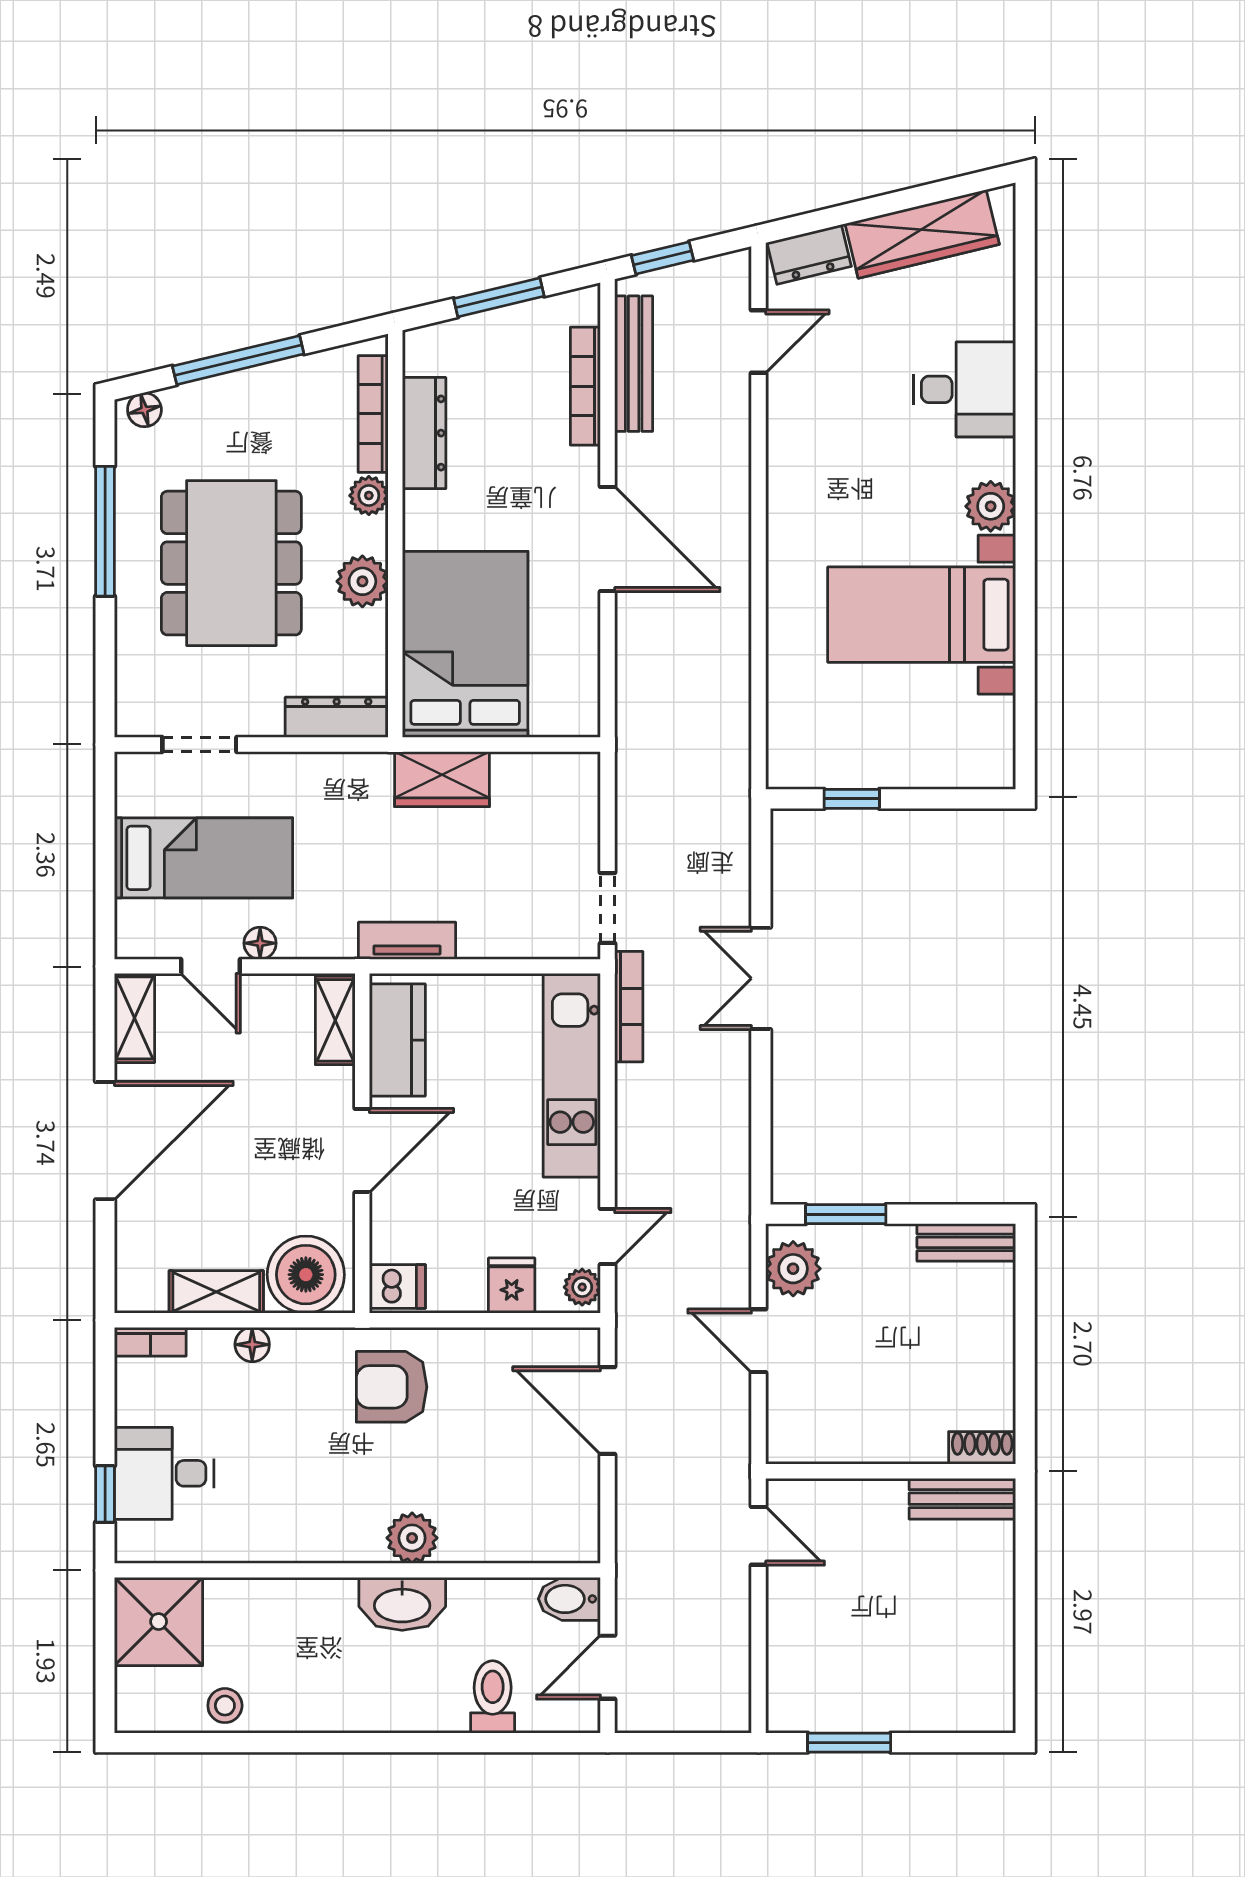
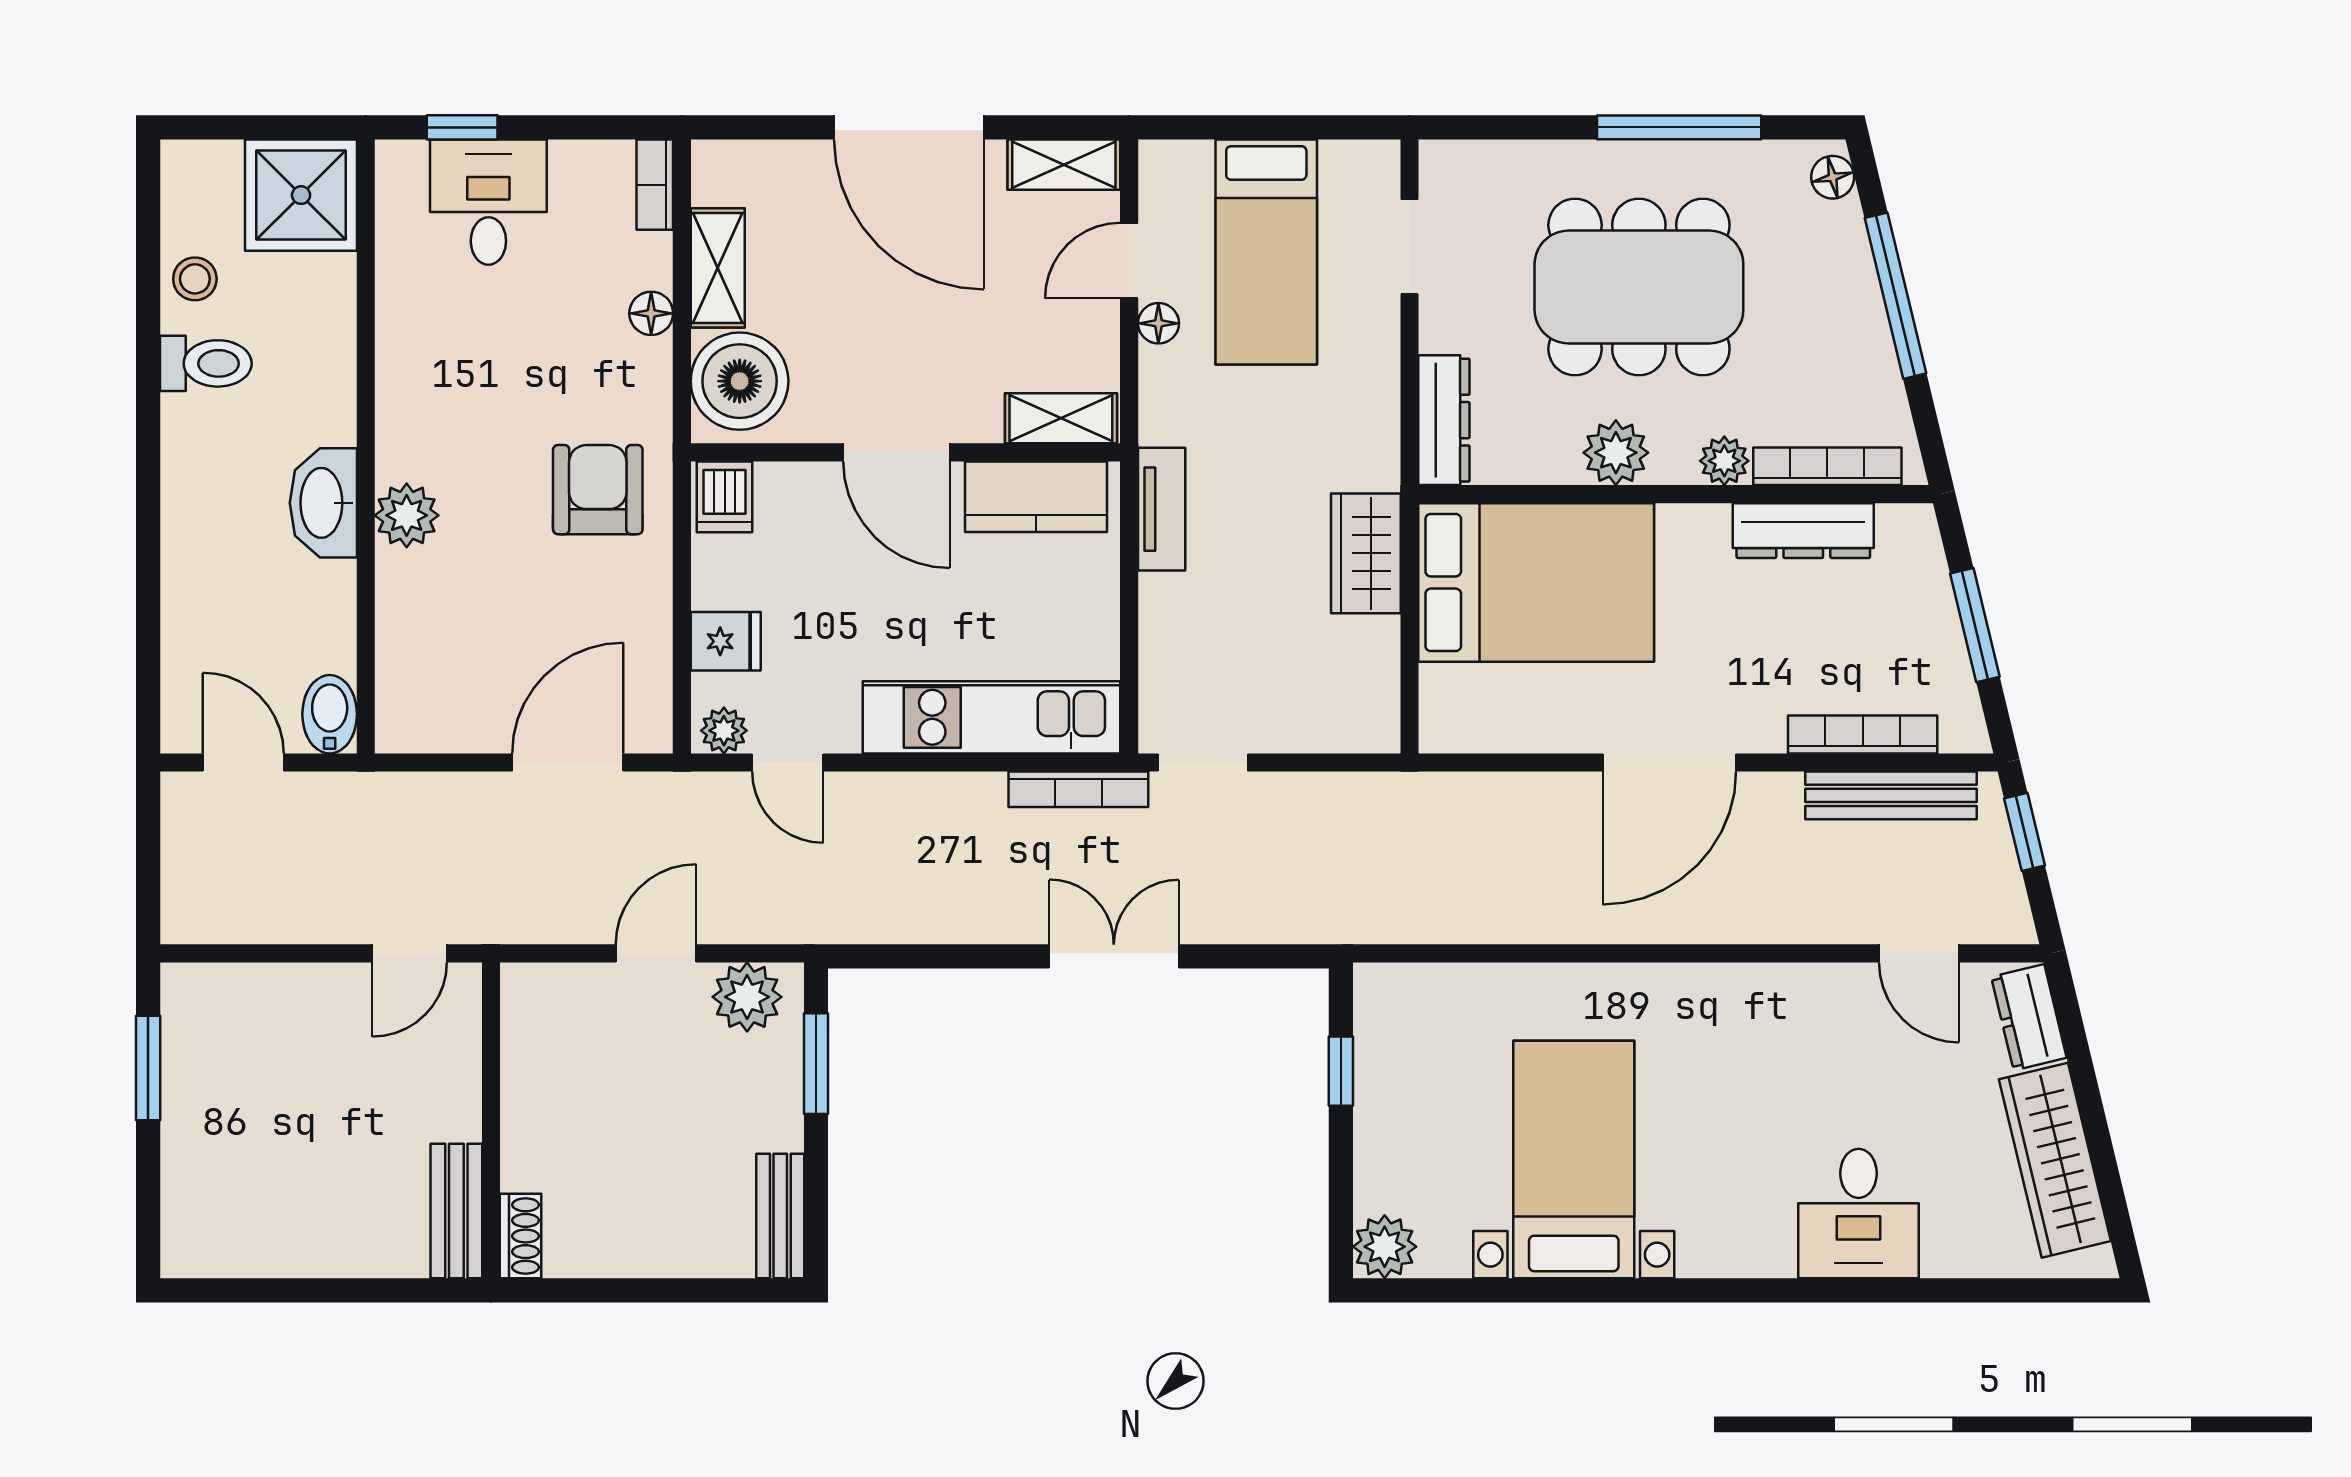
plant: (991, 506) -> (1385, 1247), moved
toilet: (493, 1697) -> (206, 363), moved

